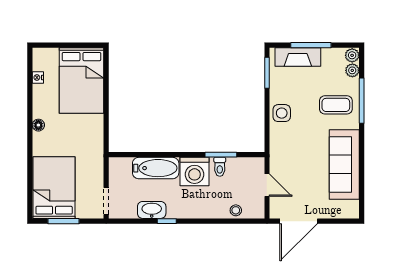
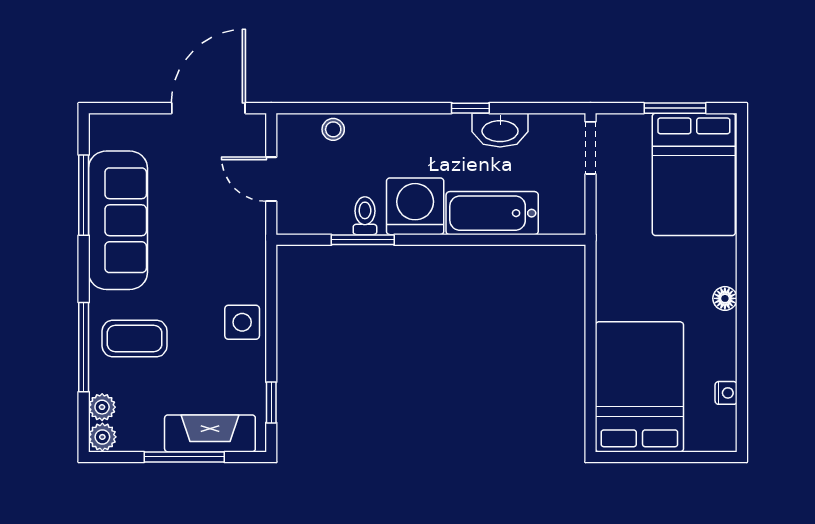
window: (267, 73) -> (271, 402), width x0.67
window: (362, 177) -> (84, 195), added

